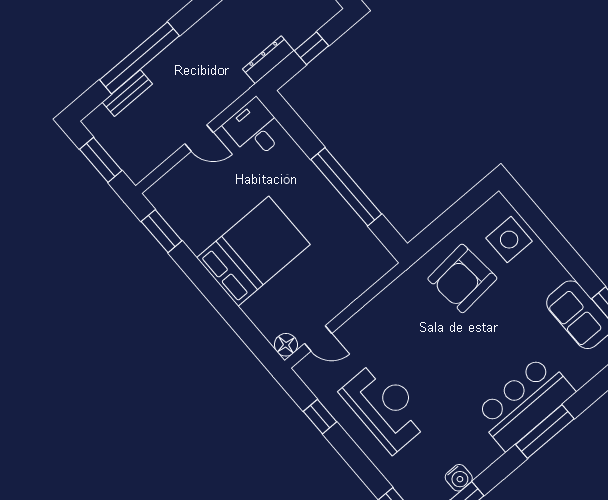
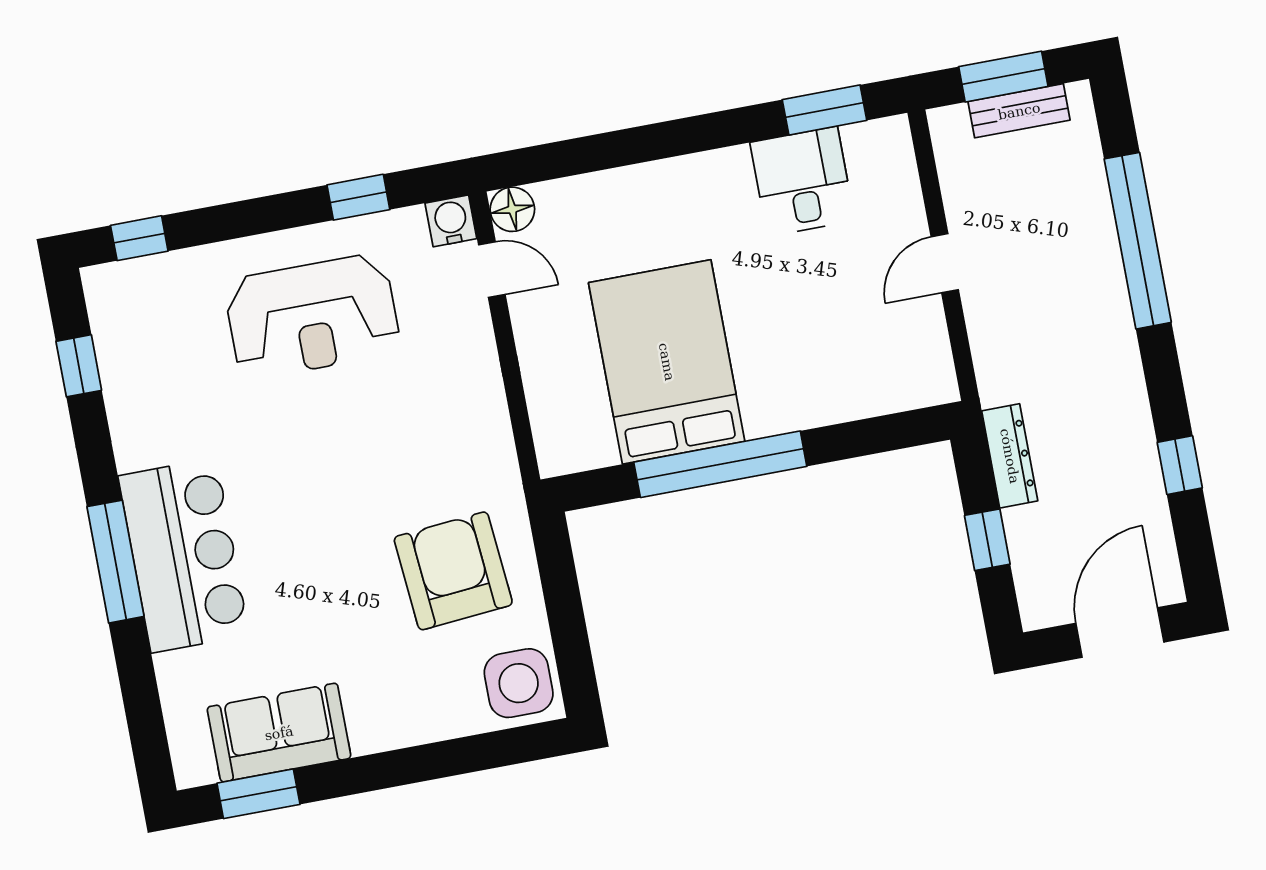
bench: (127, 93) -> (1019, 111), moved, turned 90
desk: (255, 129) -> (802, 181), moved, turned -90
side table: (509, 240) -> (519, 683), moved
bed: (253, 251) -> (667, 362), moved, turned 180
door: (318, 338) -> (492, 270), swing flipped
water cooler: (459, 478) -> (451, 221), moved, turned 90

